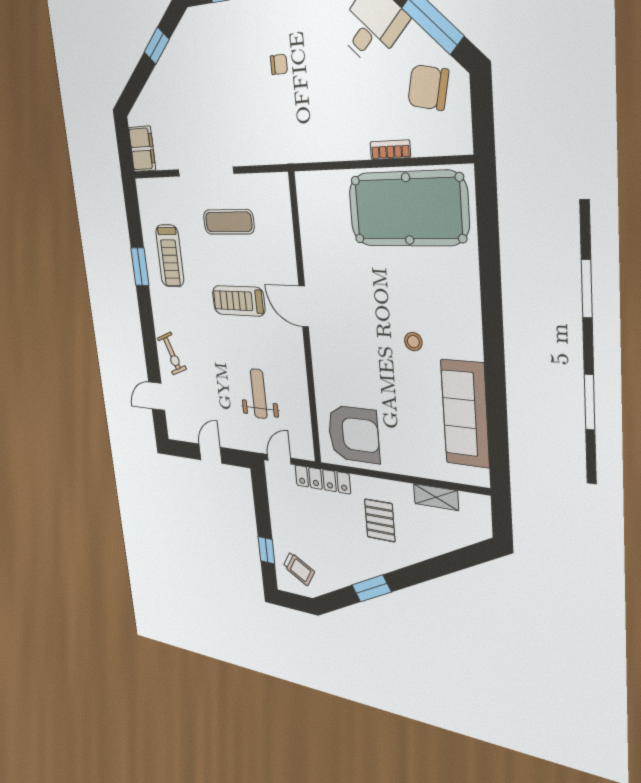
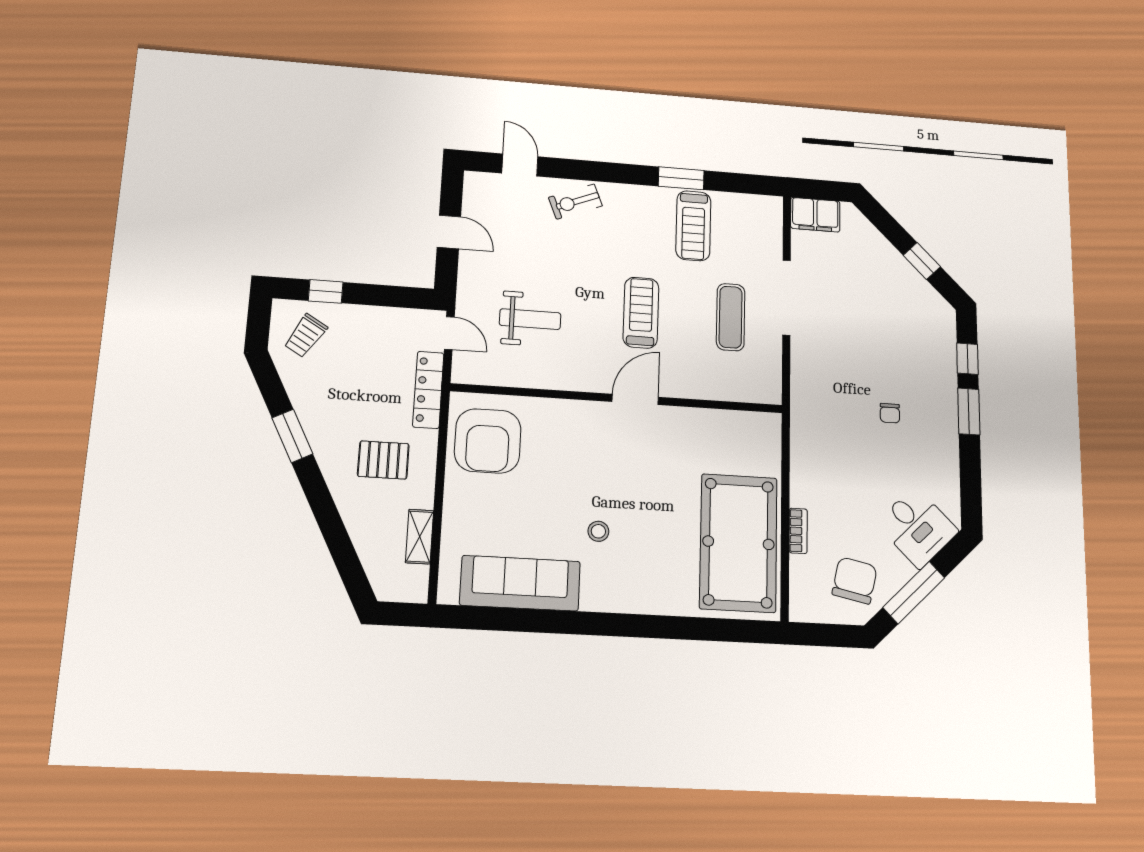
treadmill: (170, 256) -> (693, 226), turned -90

